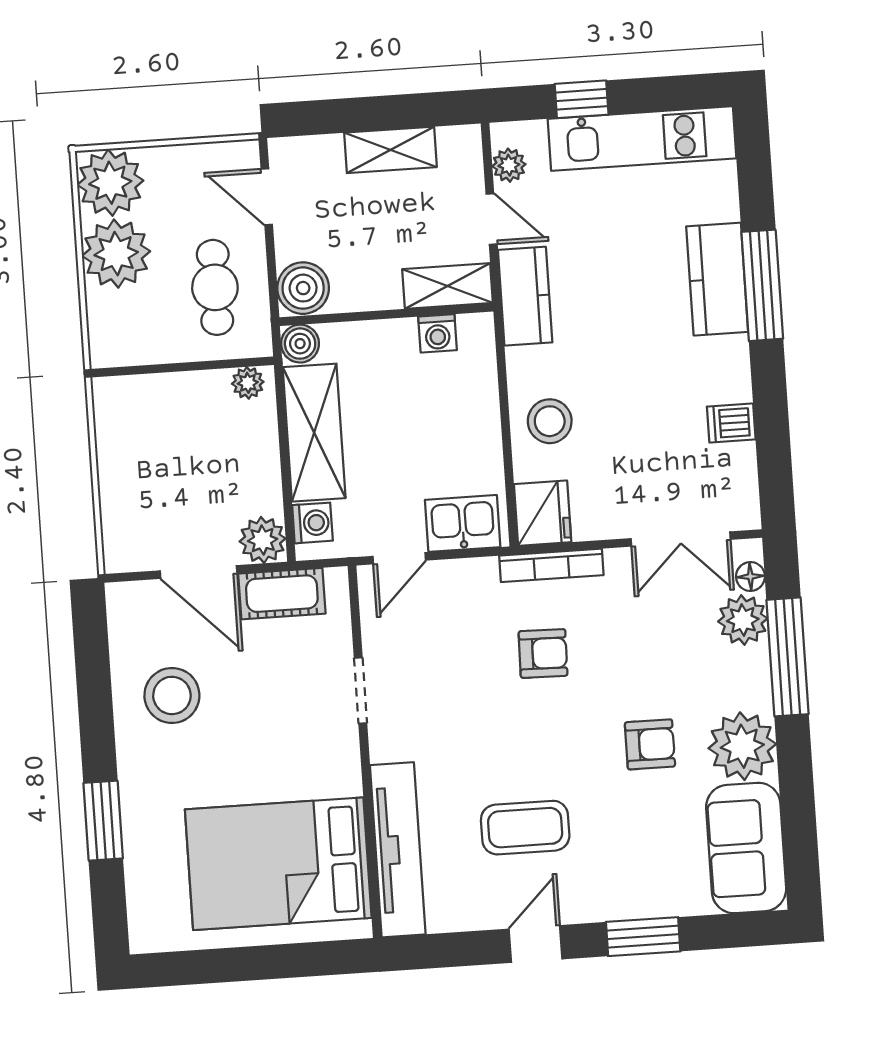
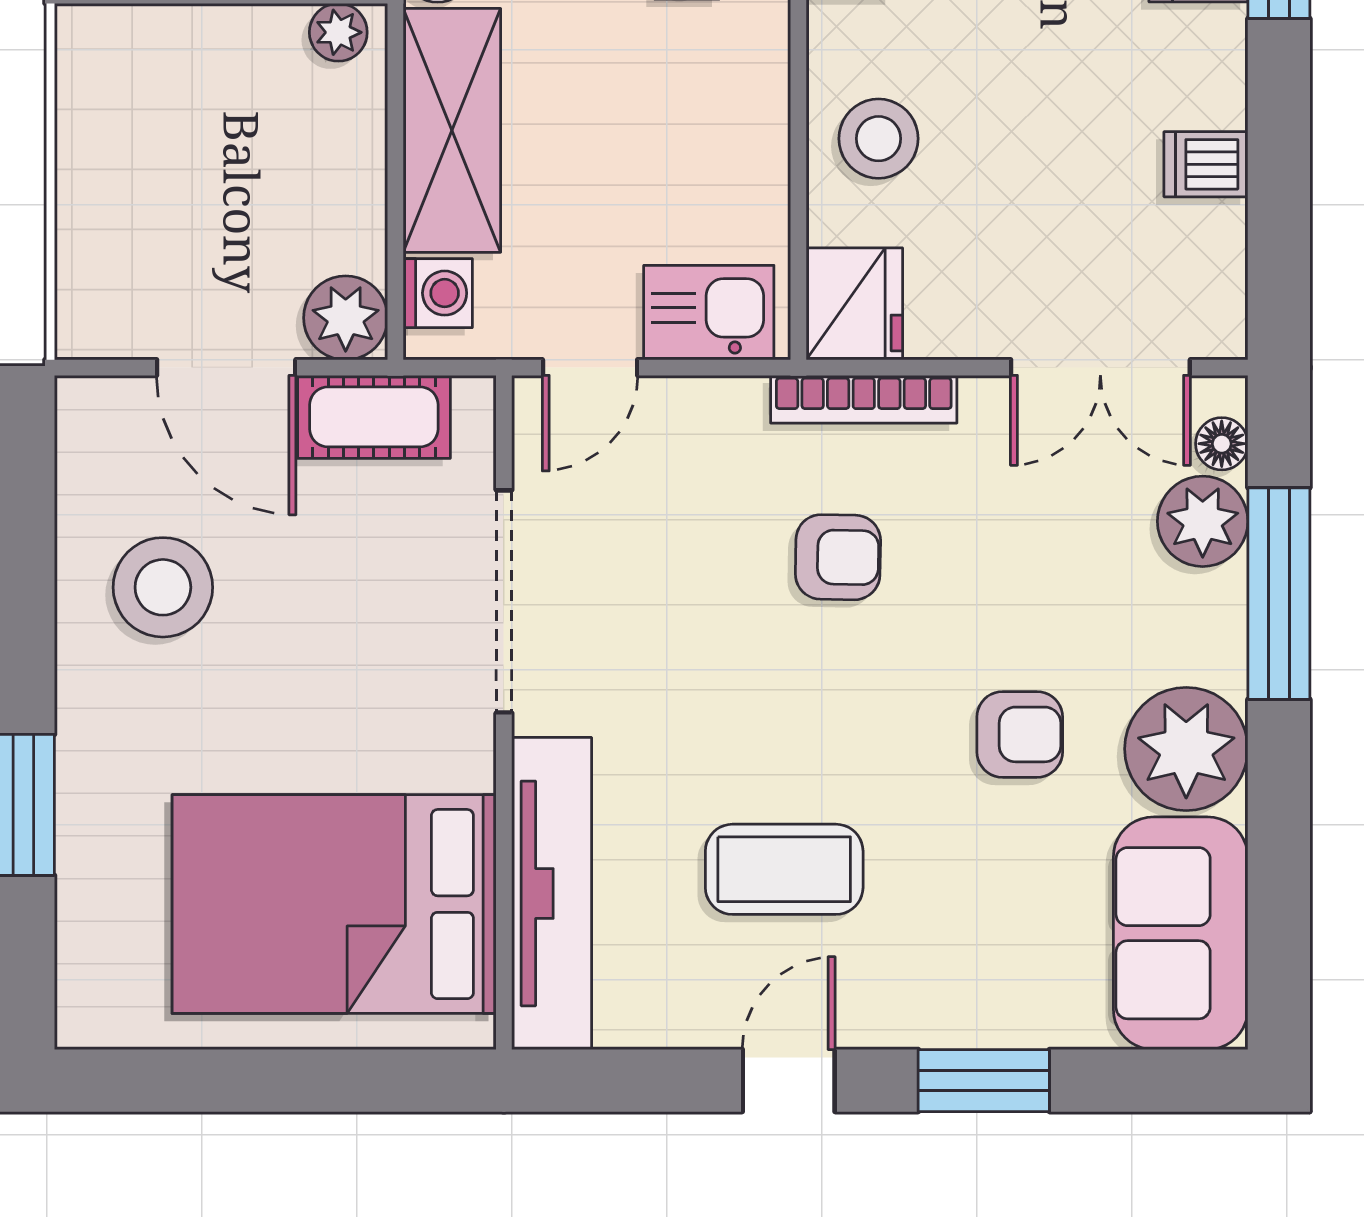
doorway: (360, 690) -> (504, 602), width x1.87

